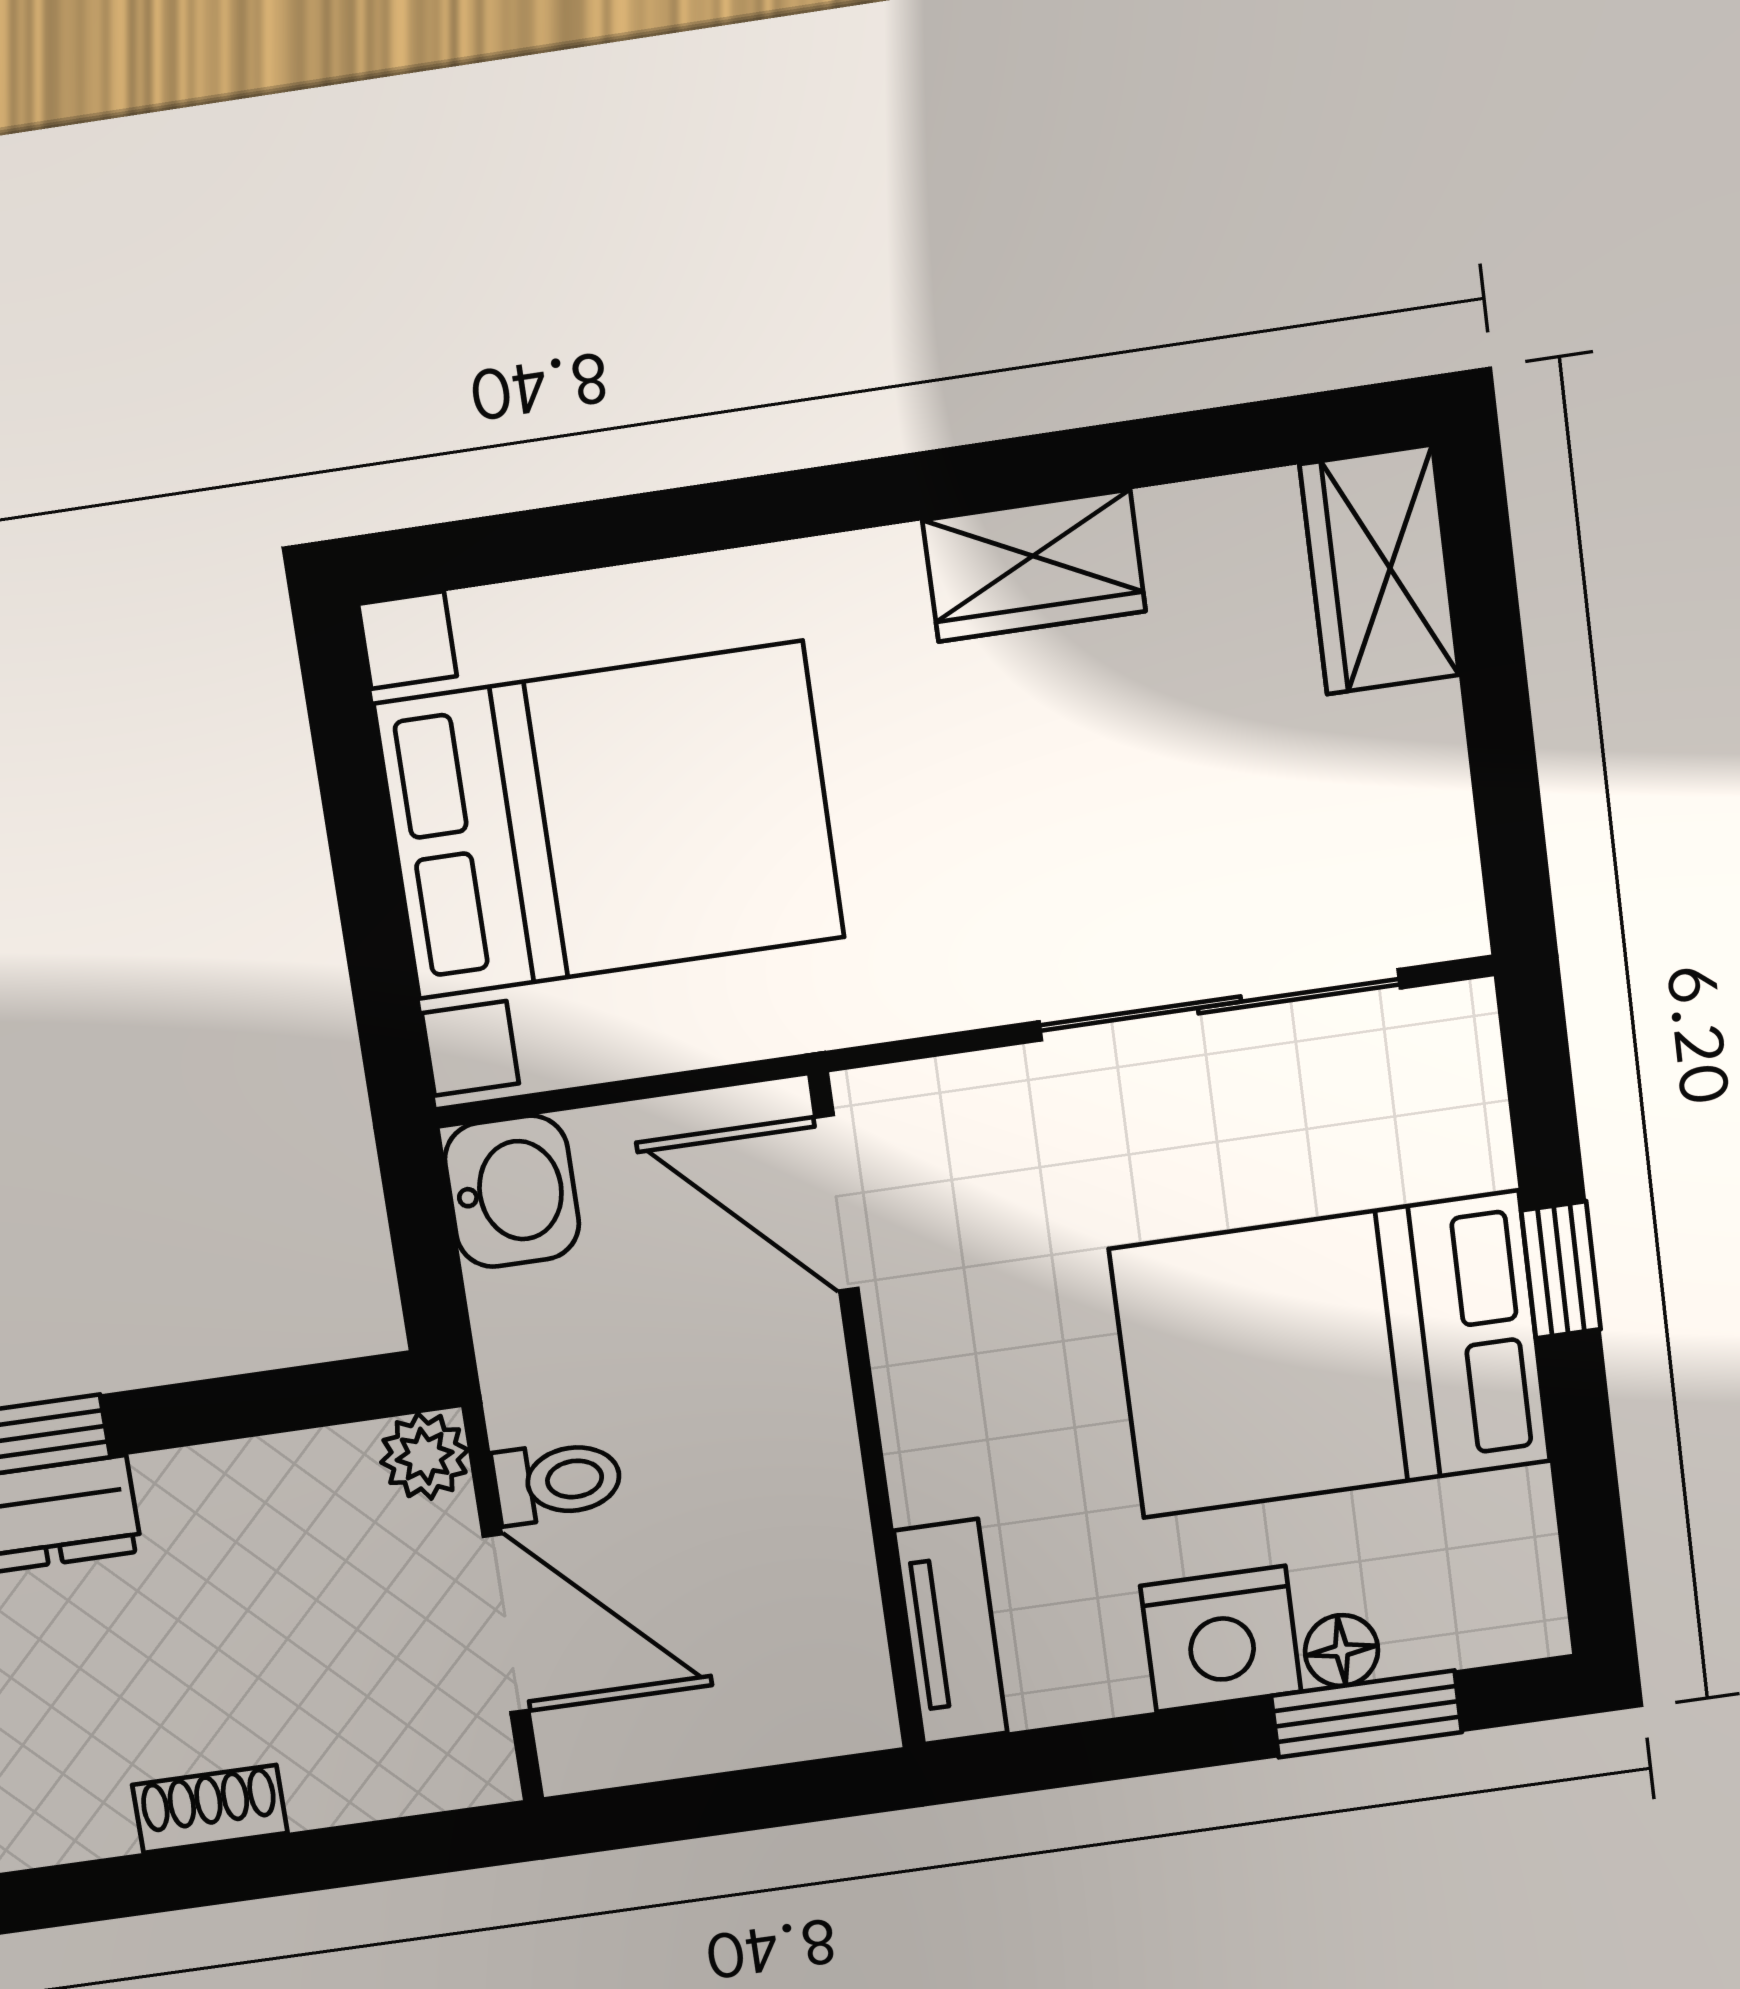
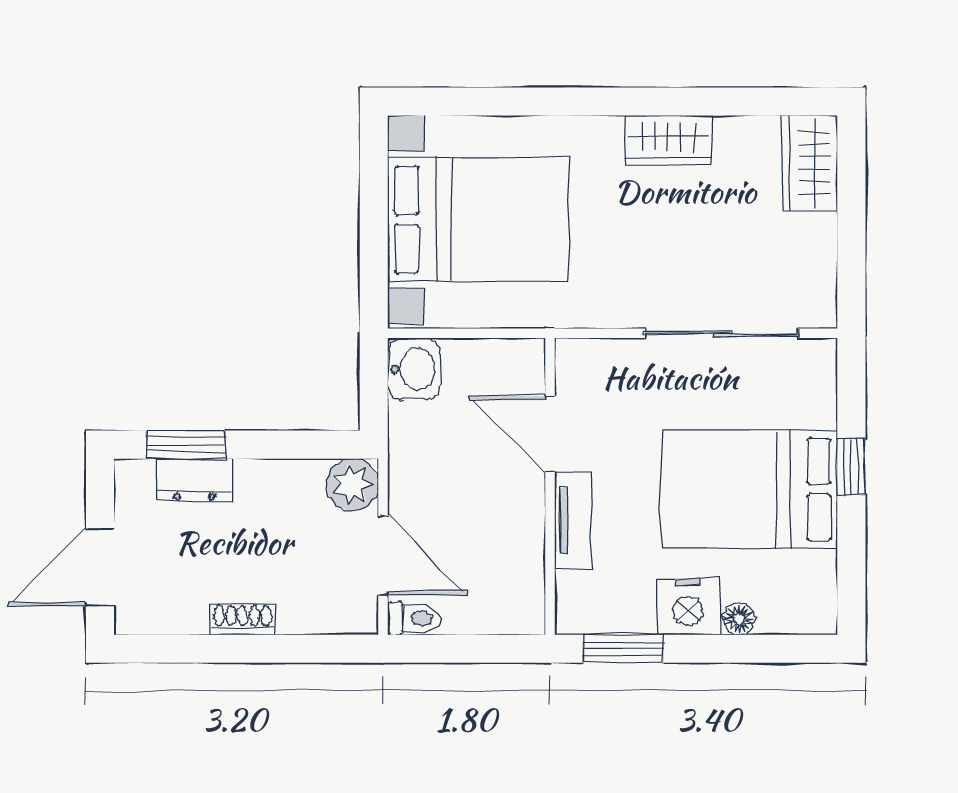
door: (836, 1203) -> (550, 434), moved
plant: (425, 1456) -> (352, 485), width x1.38, depth x1.38
toilet: (557, 1481) -> (414, 618), moved
tv unit: (951, 1632) -> (573, 521), moved
window: (1366, 1714) -> (623, 649), moved

